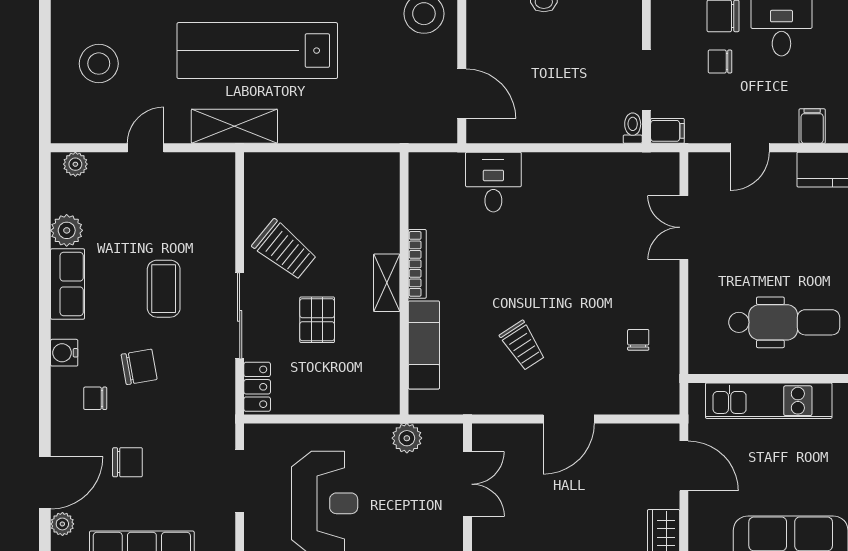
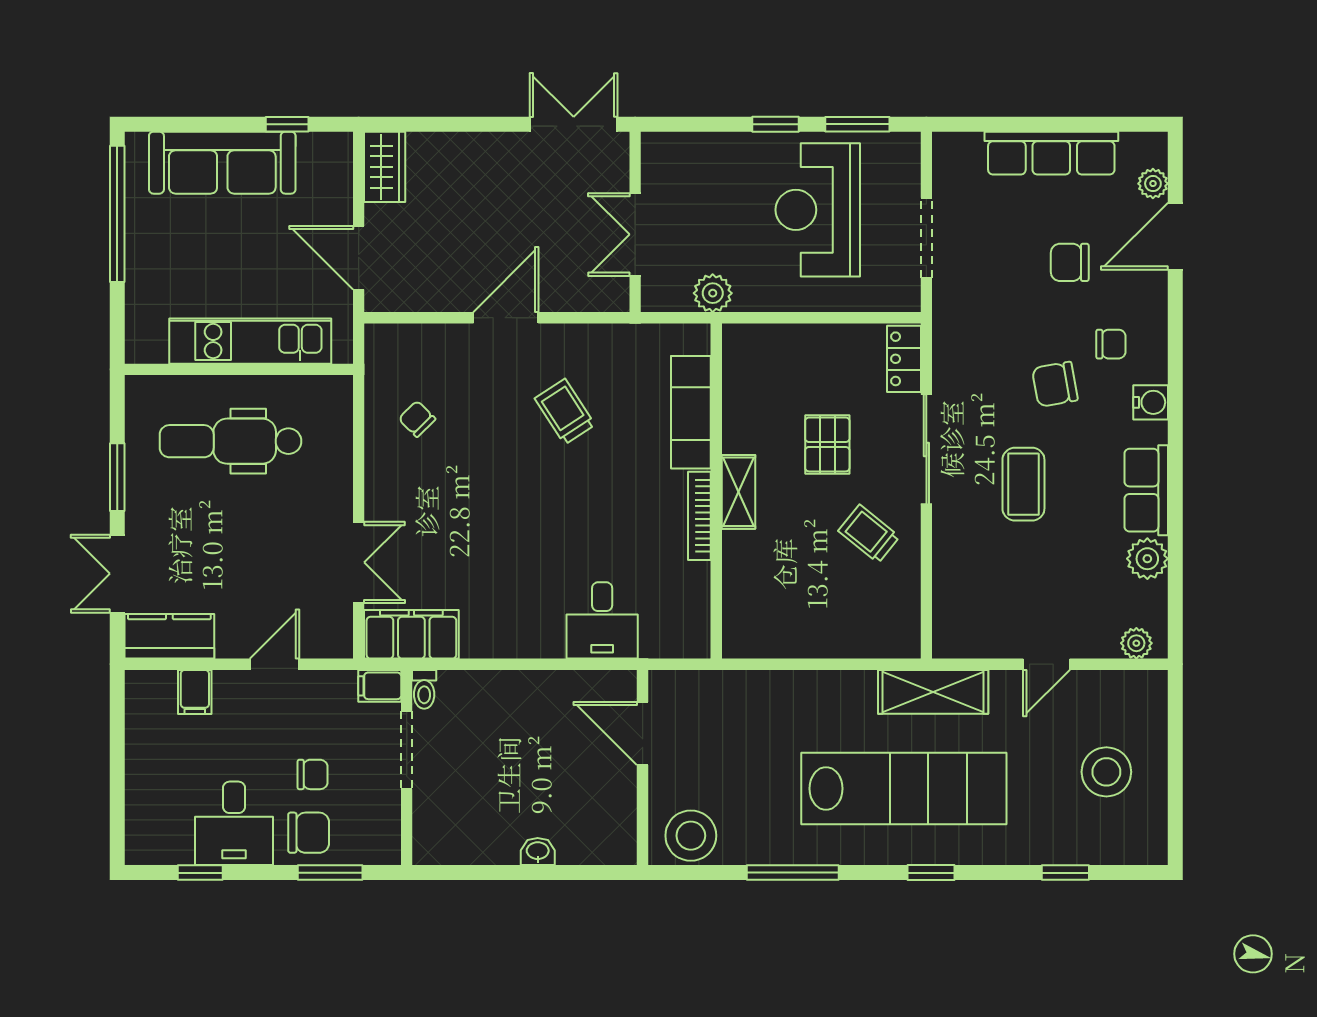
filing cabinet: (643, 171) -> (411, 634), added
trolley: (285, 250) -> (869, 534), width x0.73, depth x0.72
chair: (638, 340) -> (417, 419), turned 135

